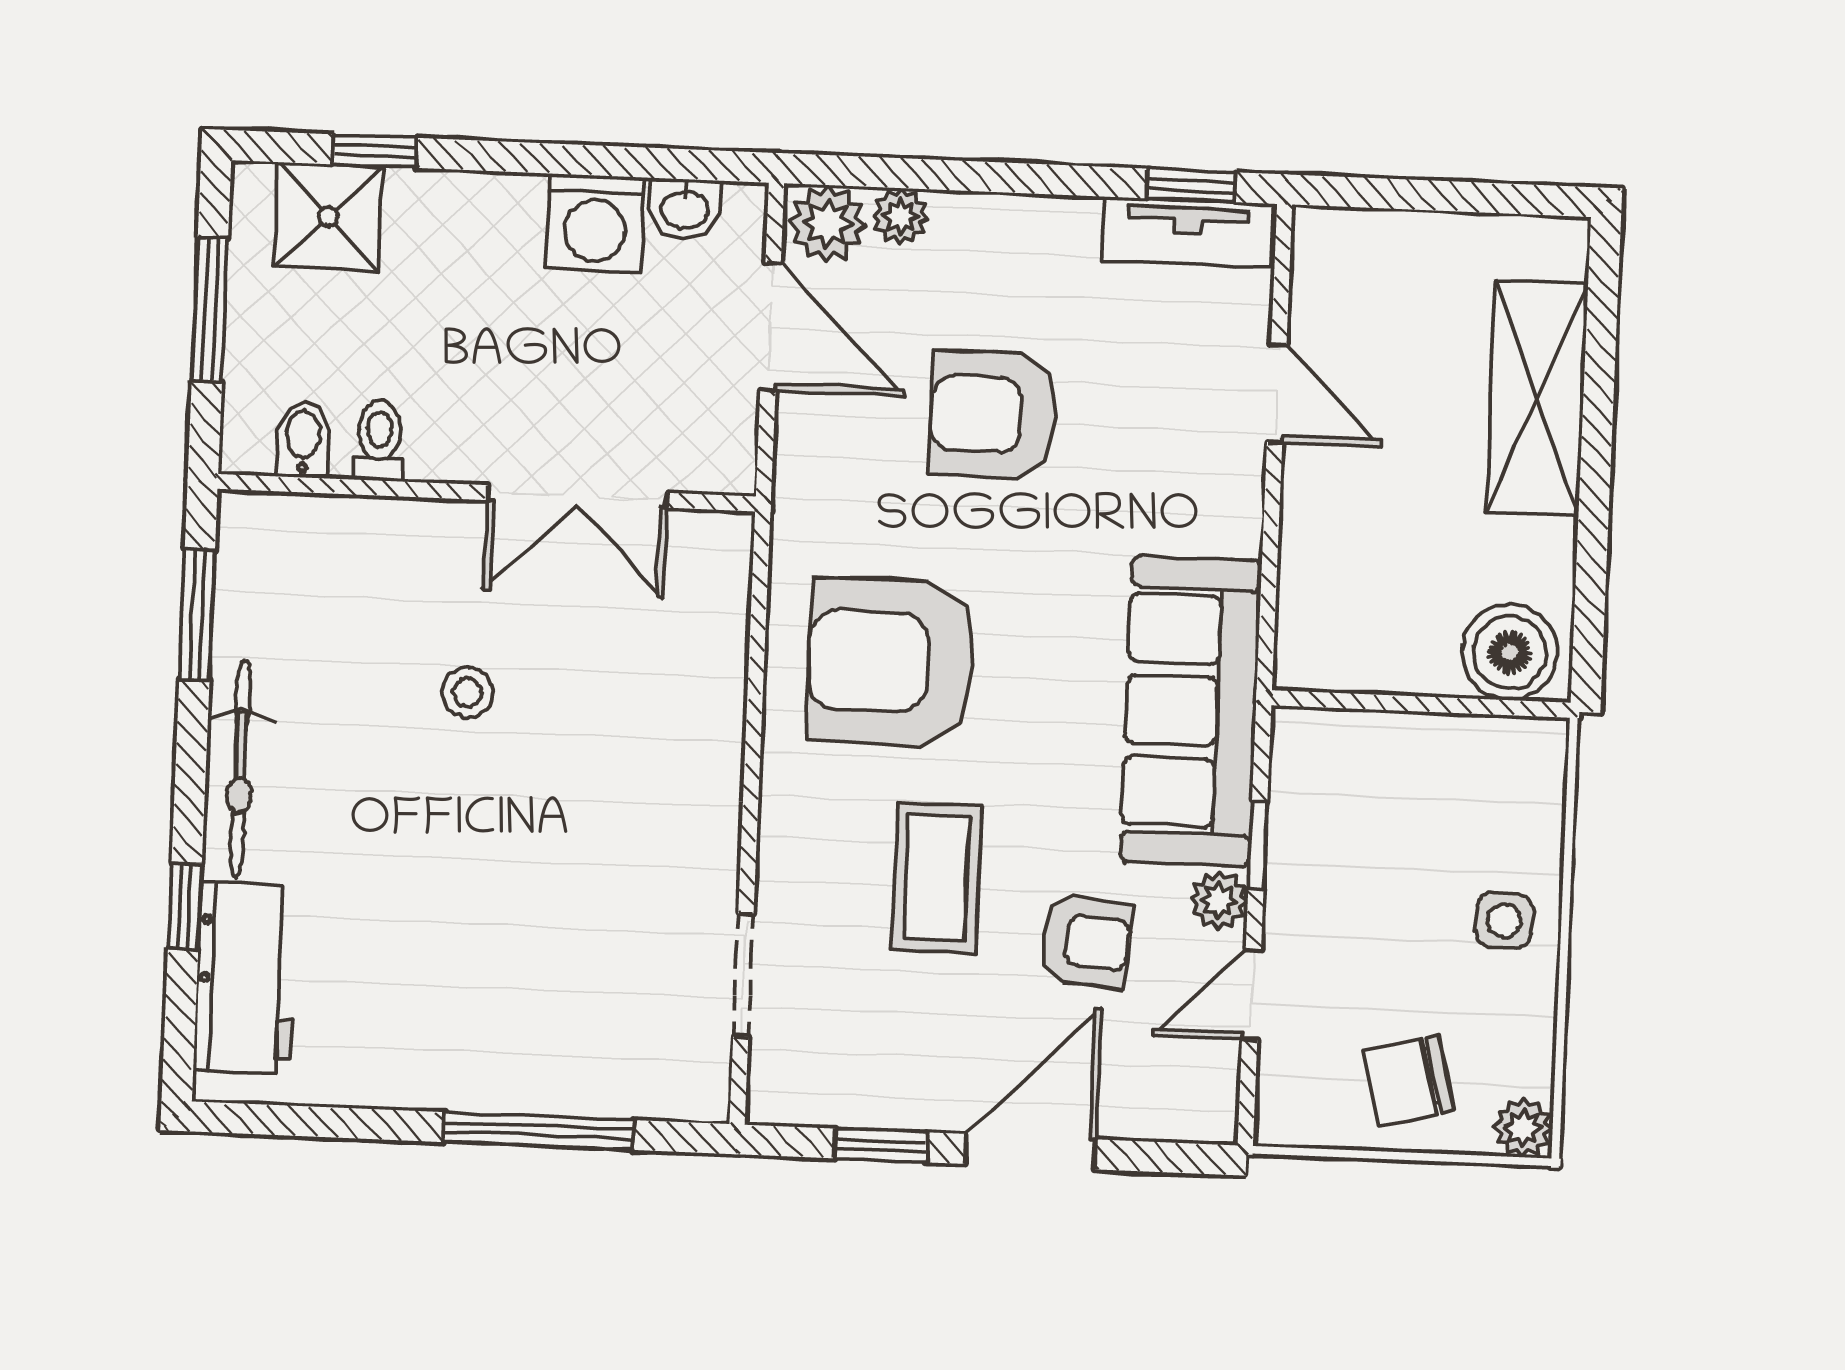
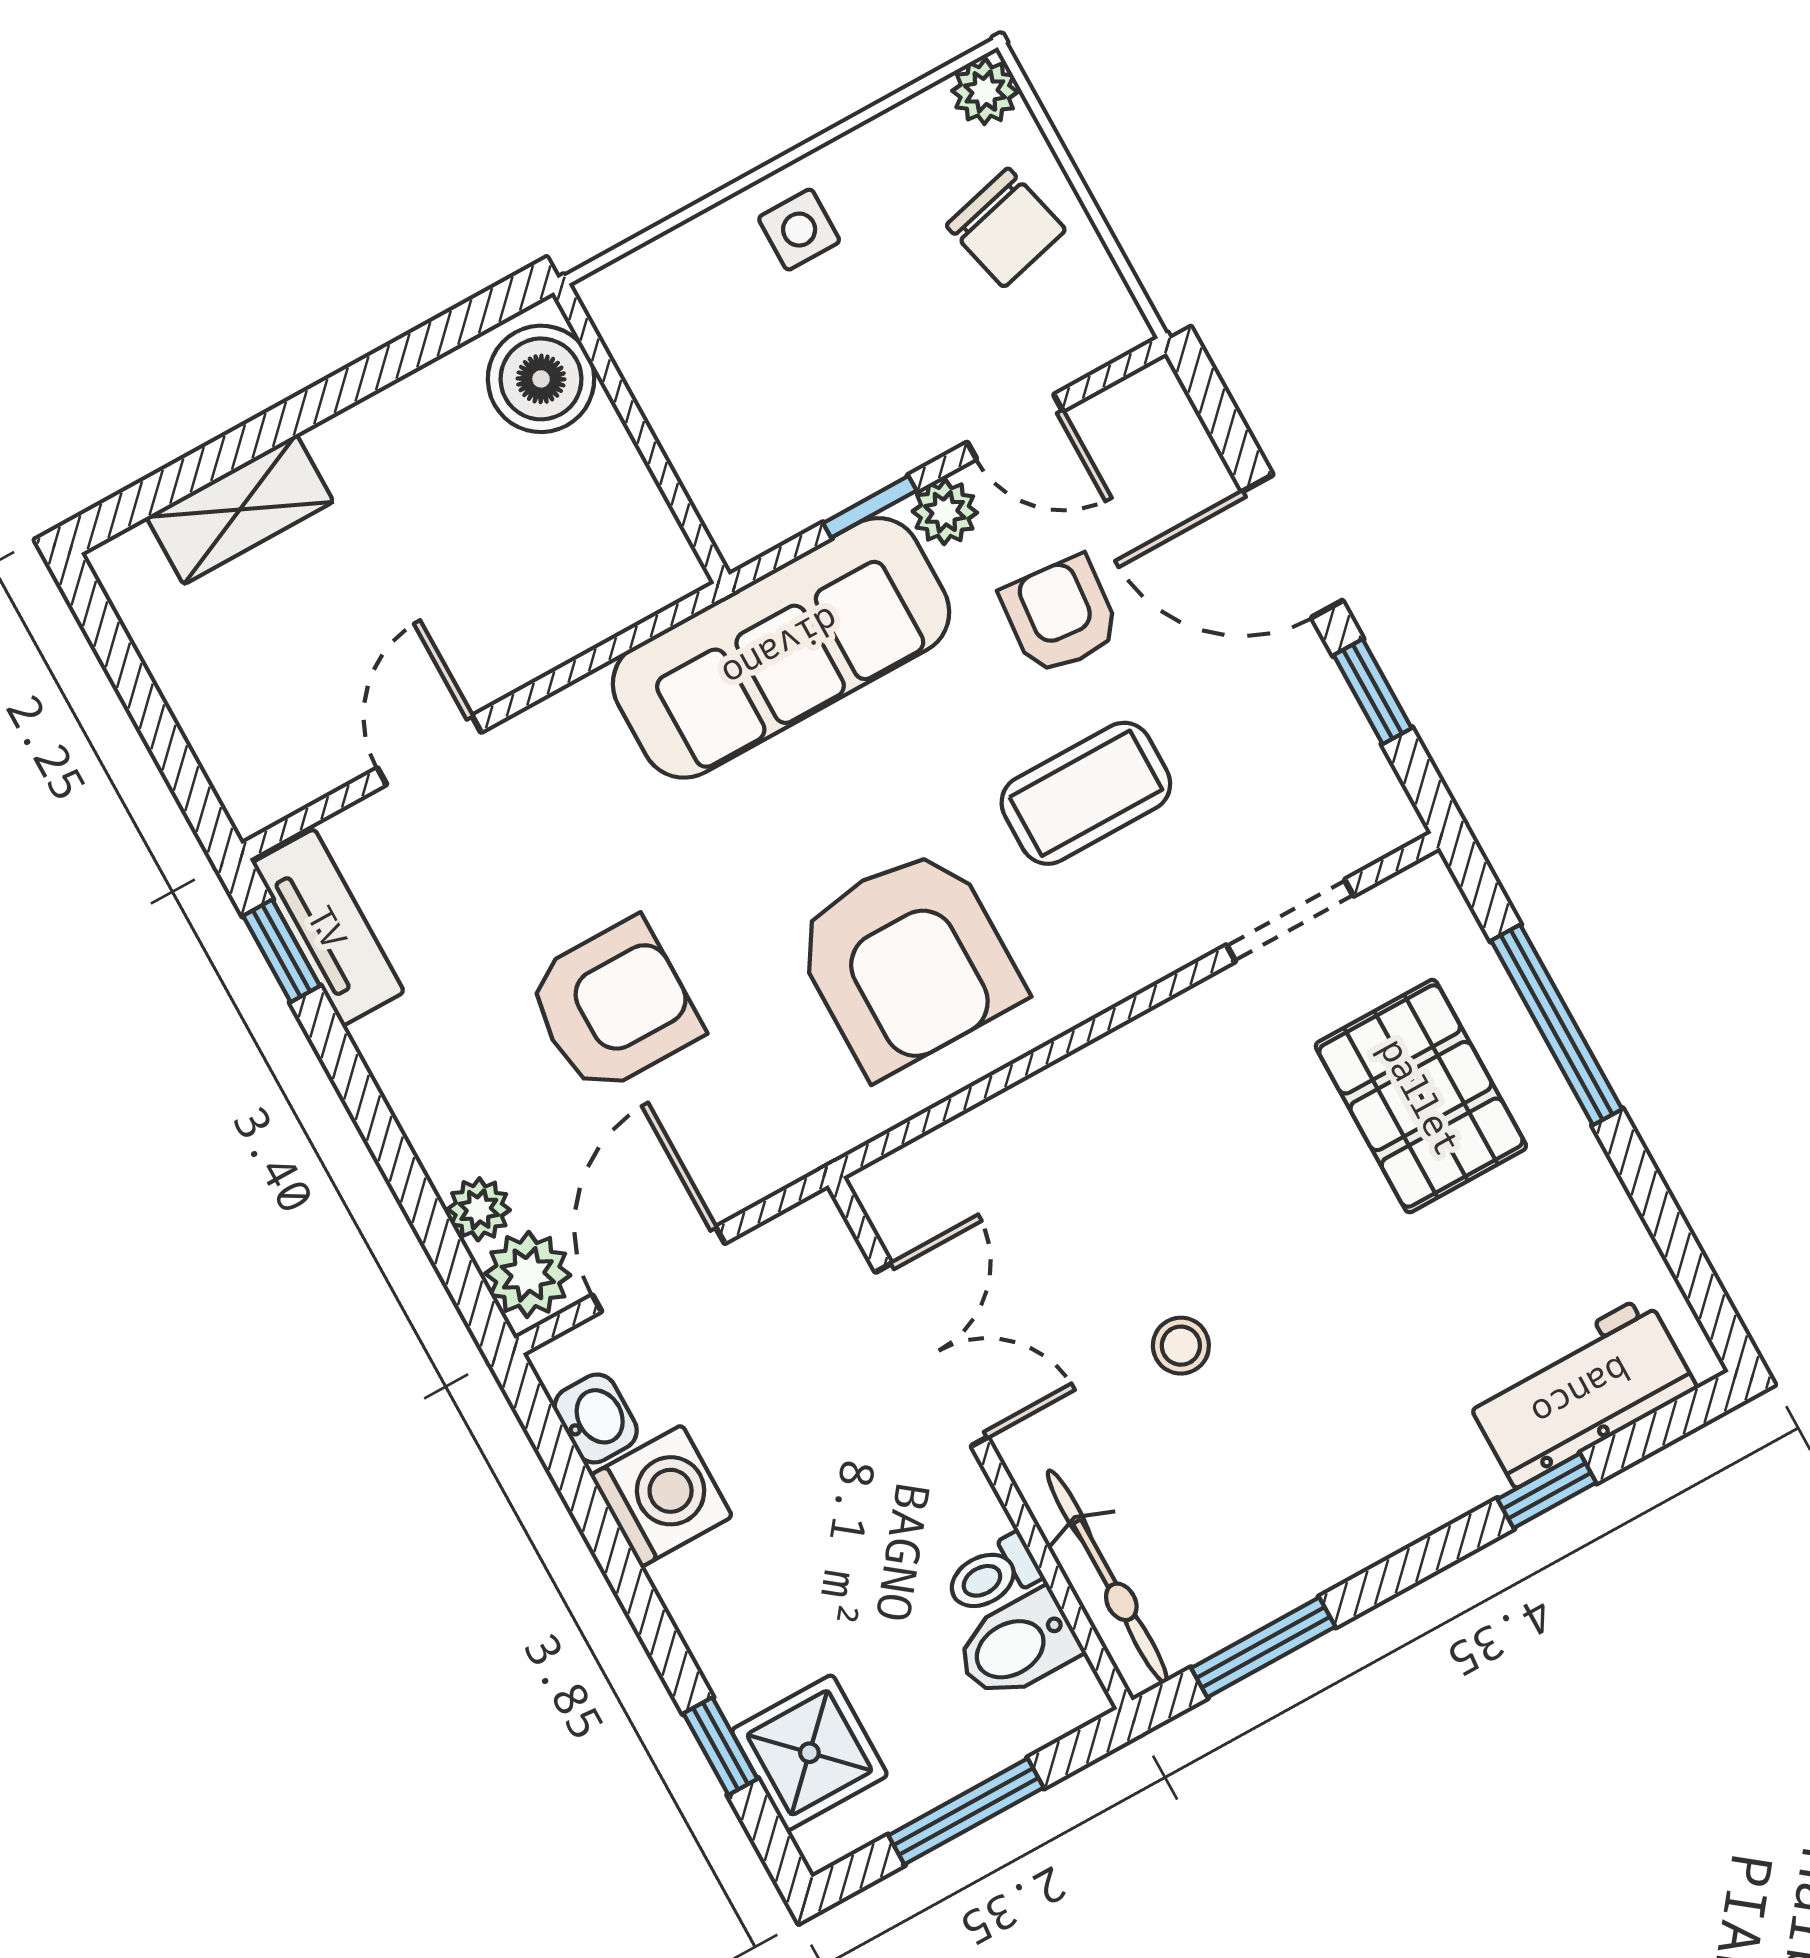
shelving: (1537, 398) -> (240, 509), width x0.67, depth x0.75
armchair: (994, 415) -> (614, 1006), turned -90
bidet: (303, 440) -> (1017, 1645), width x1.38, depth x1.36
bicycle: (240, 769) -> (1107, 1576), moved, turned 90
pallet: (547, 994) -> (1421, 1096), added

